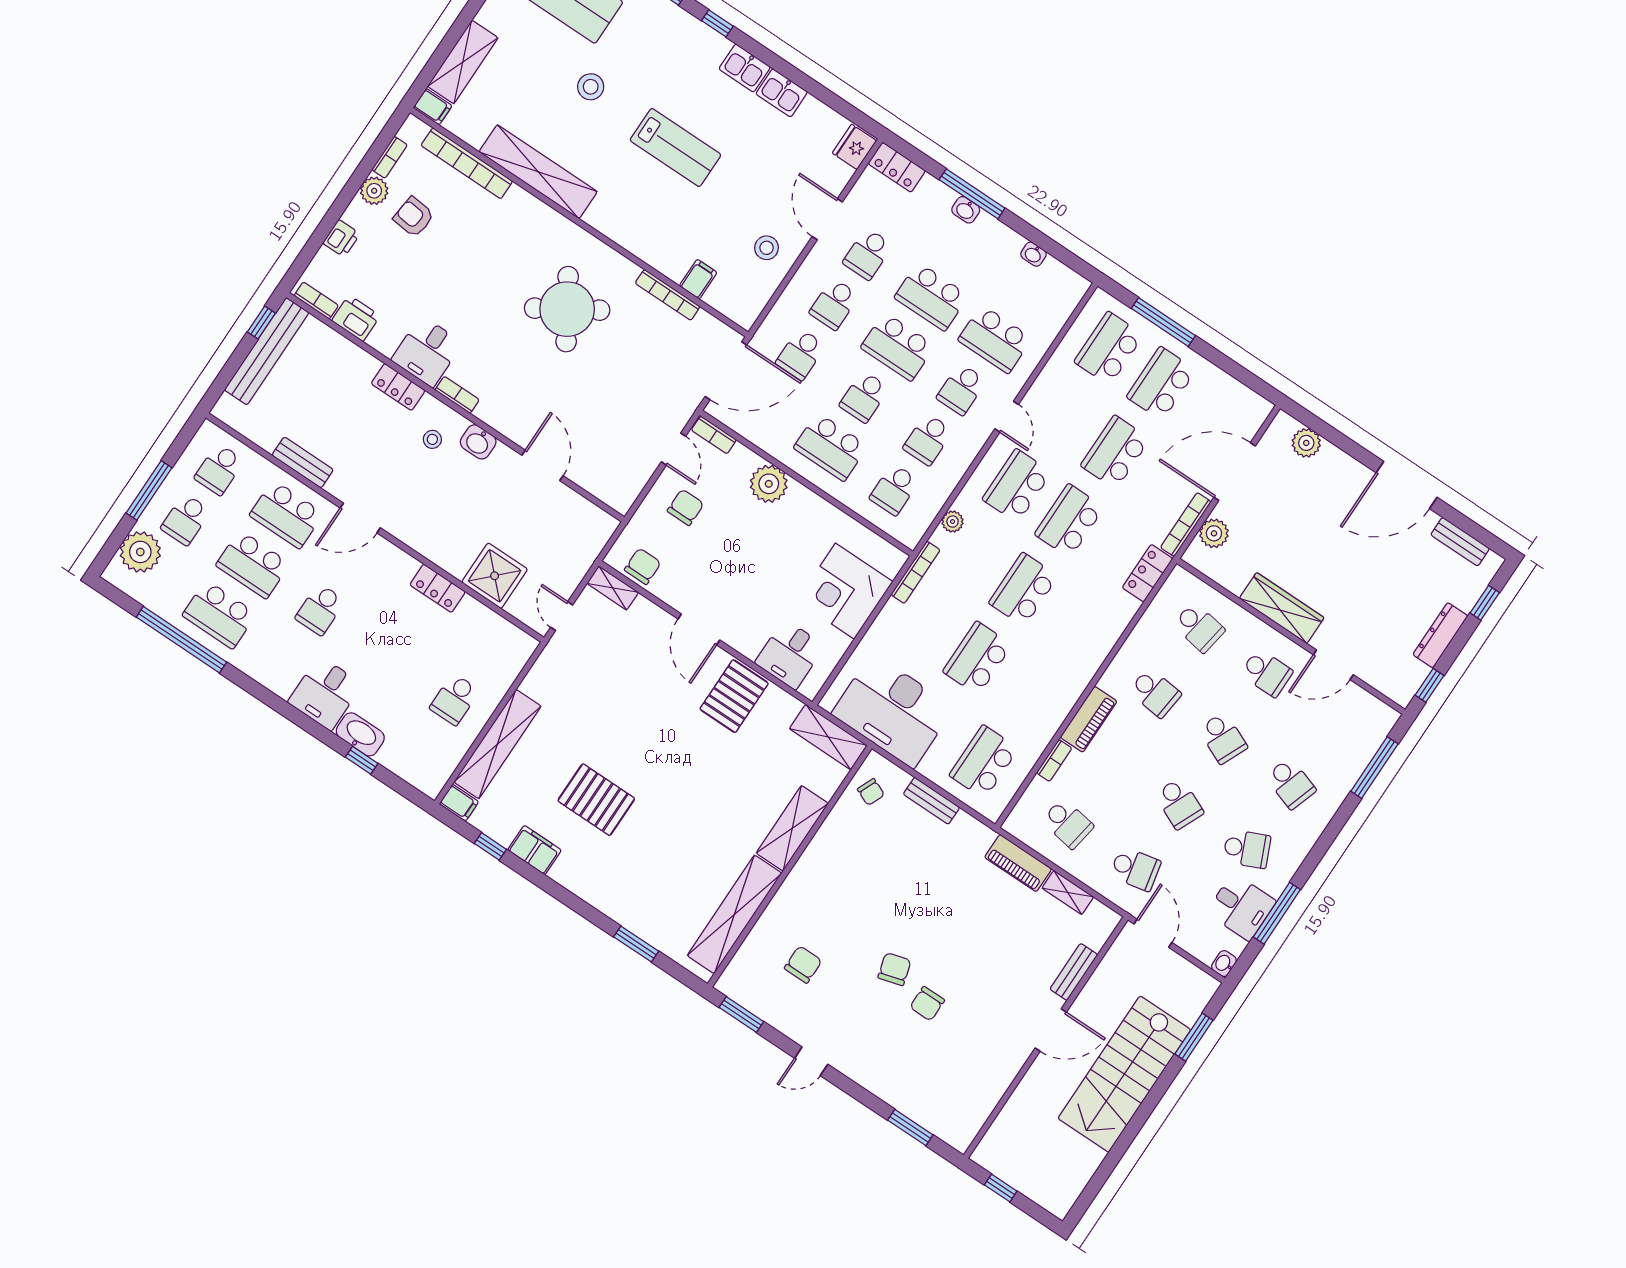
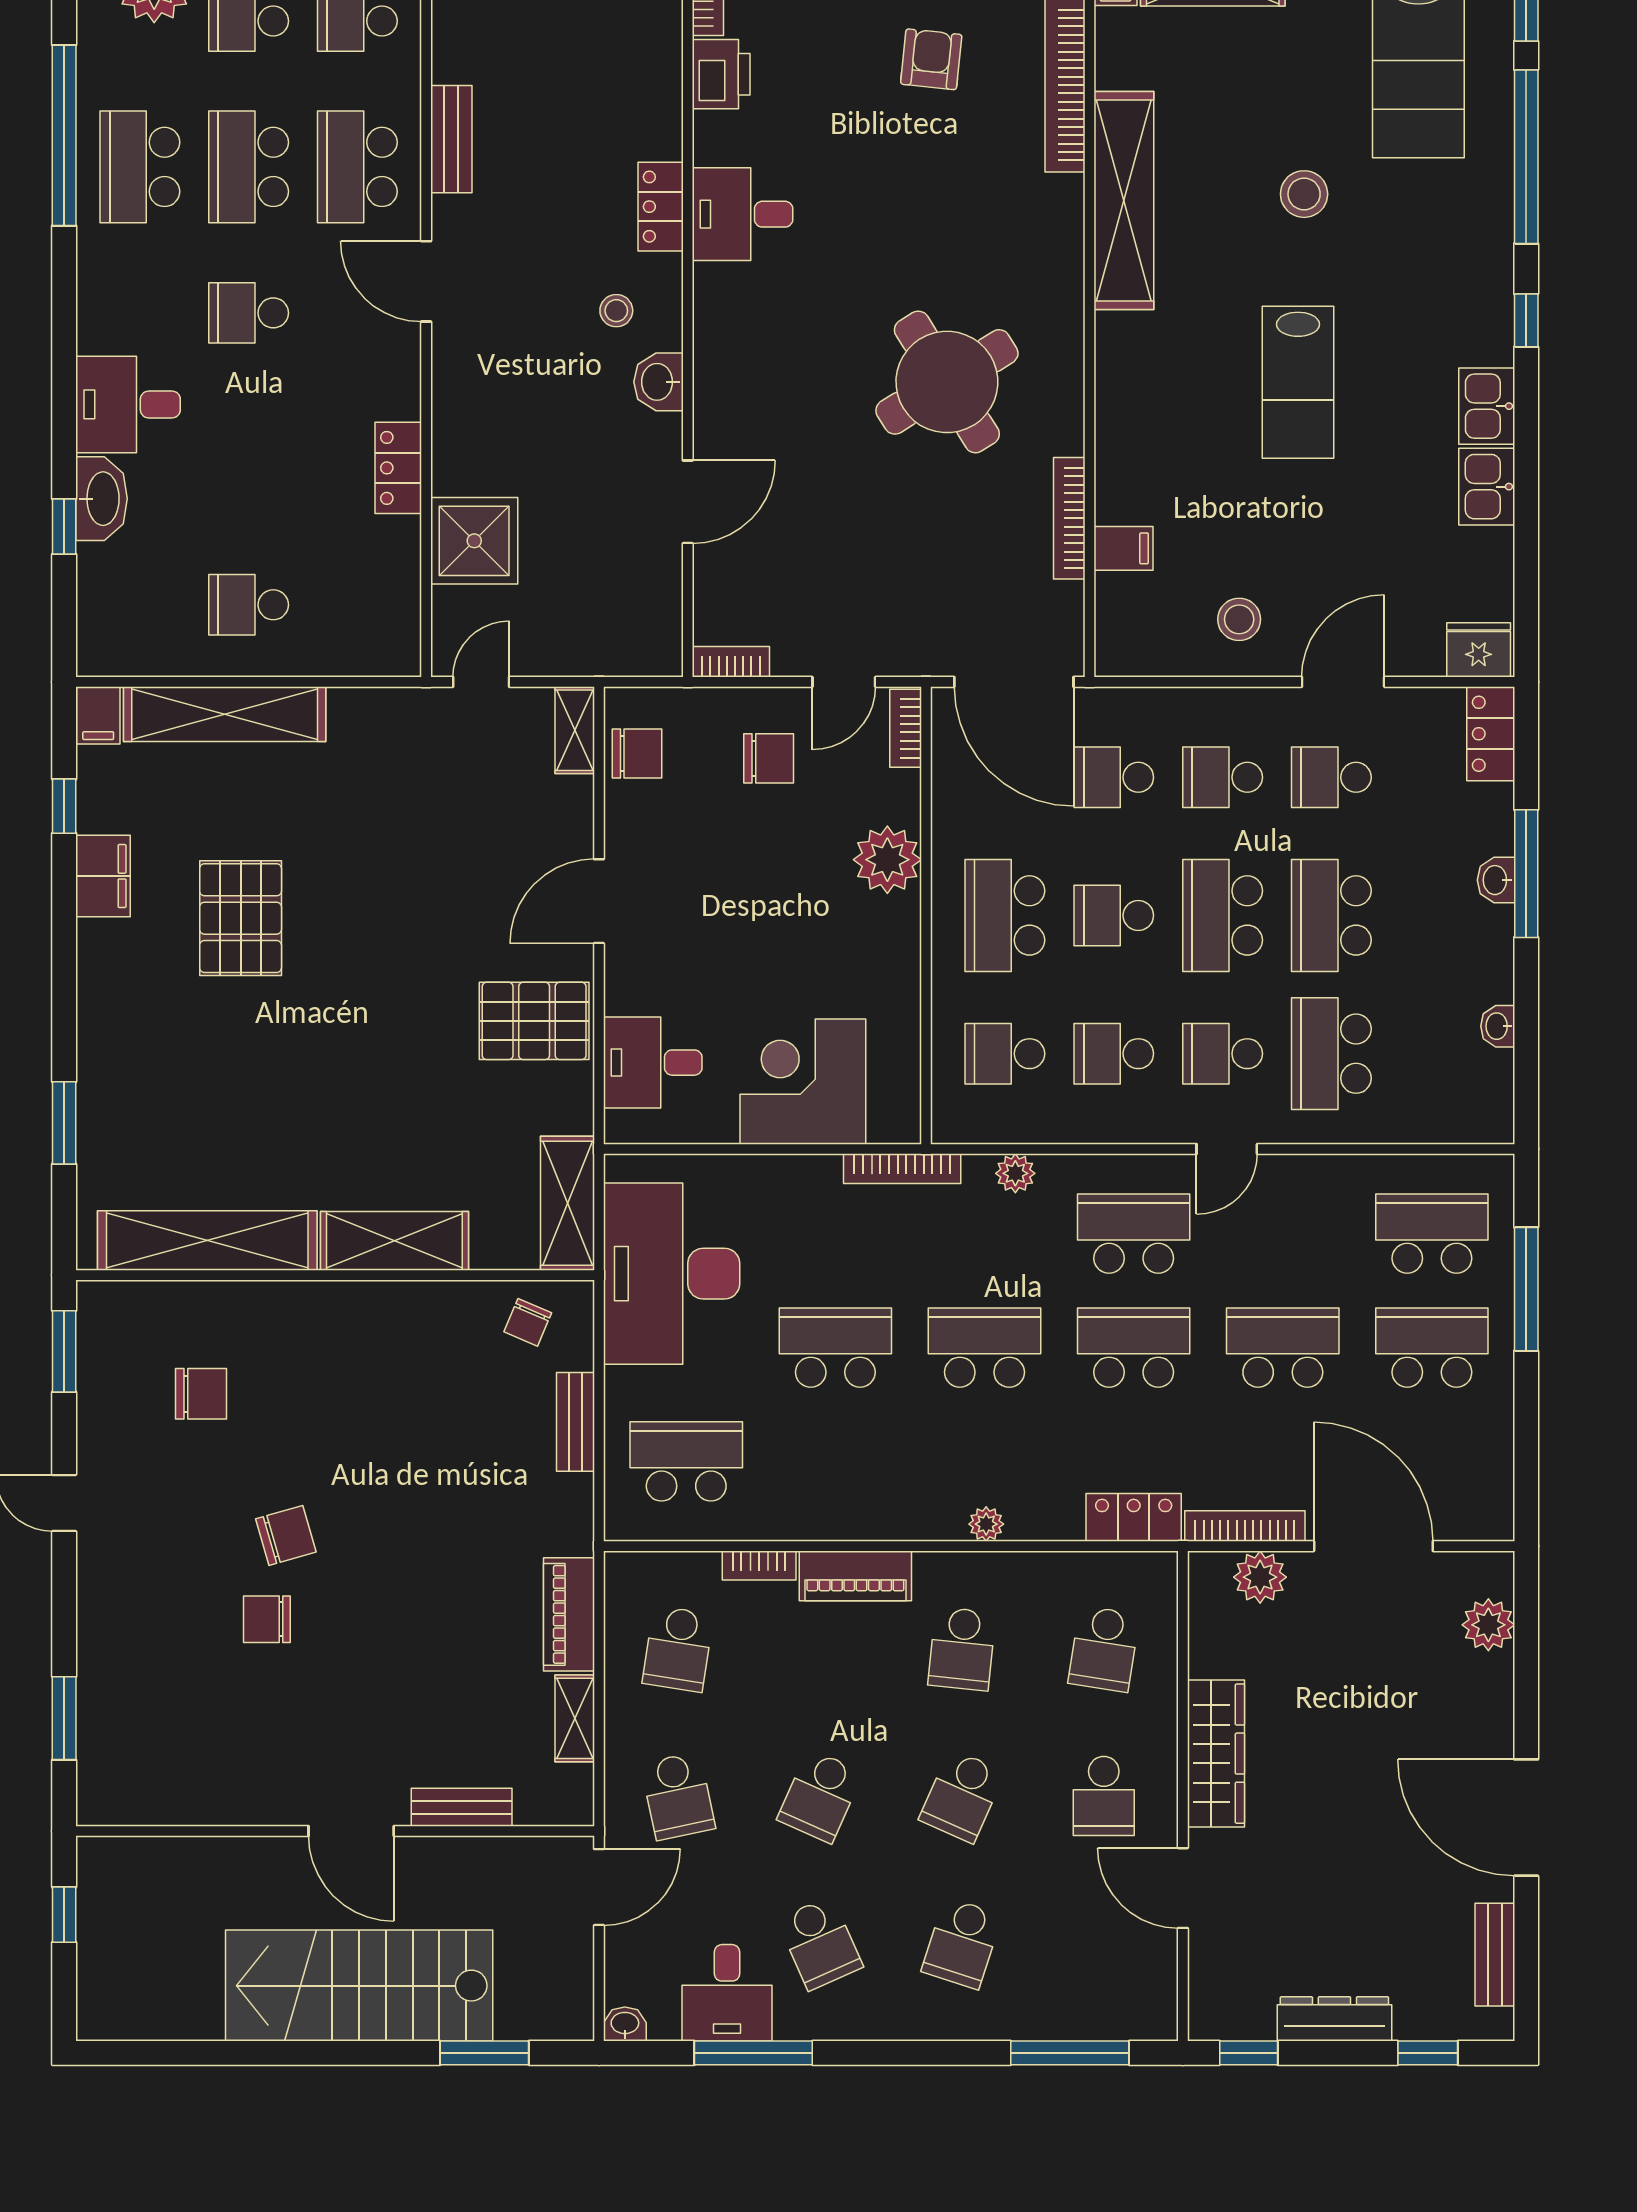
bookcase: (457, 395) -> (731, 662), moved, turned -90
plant: (1105, 643) -> (986, 1524), added

